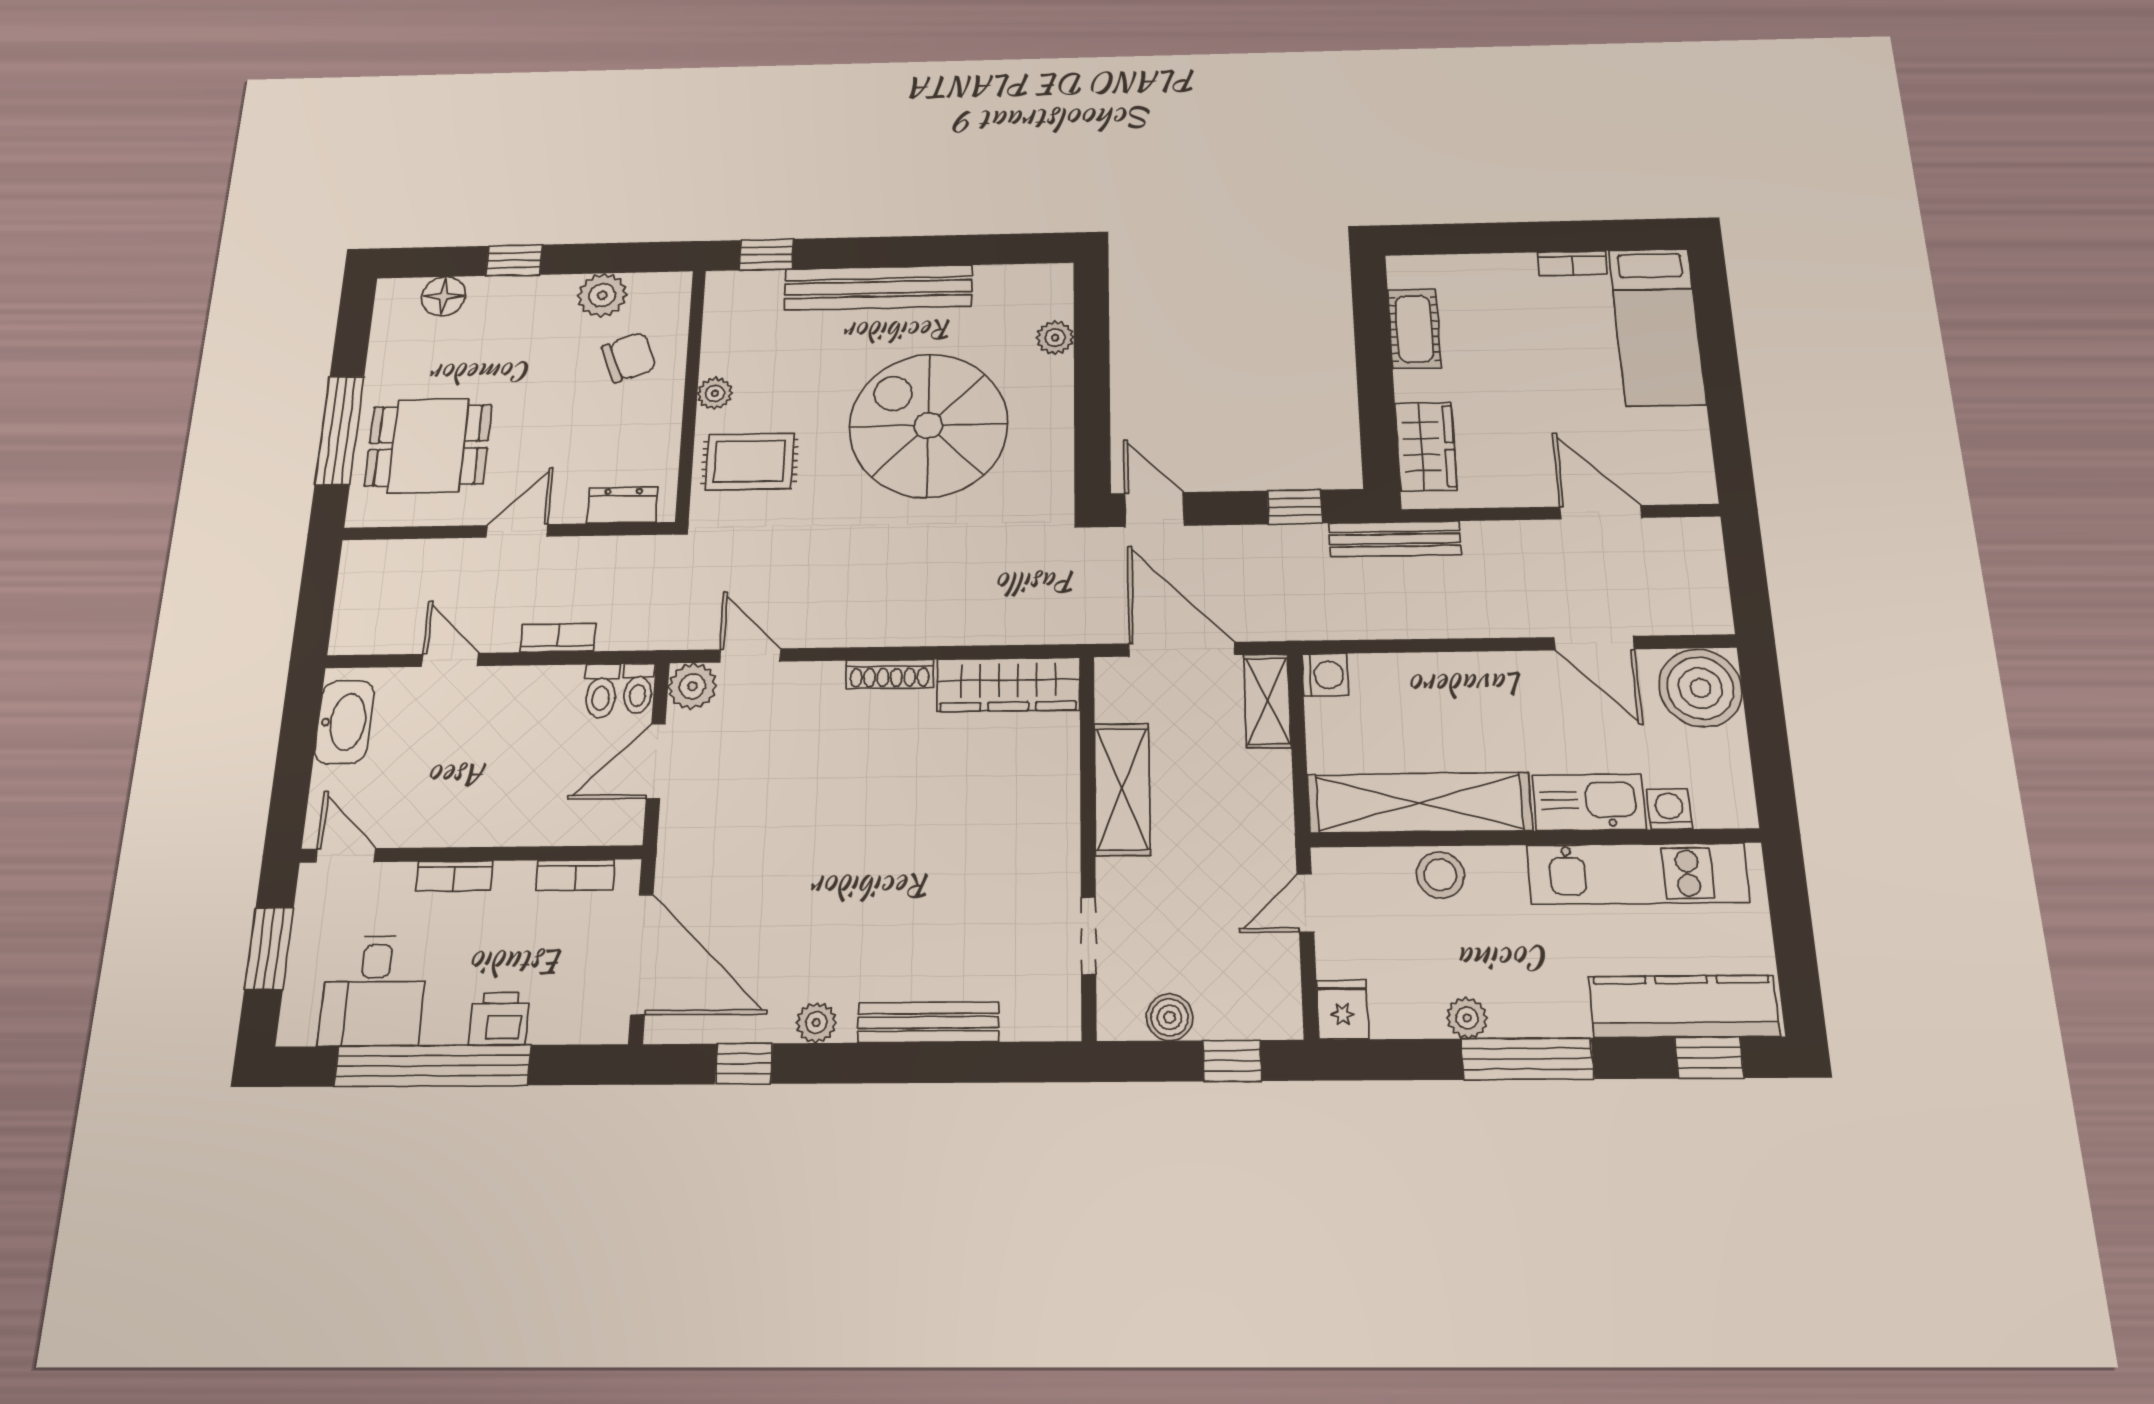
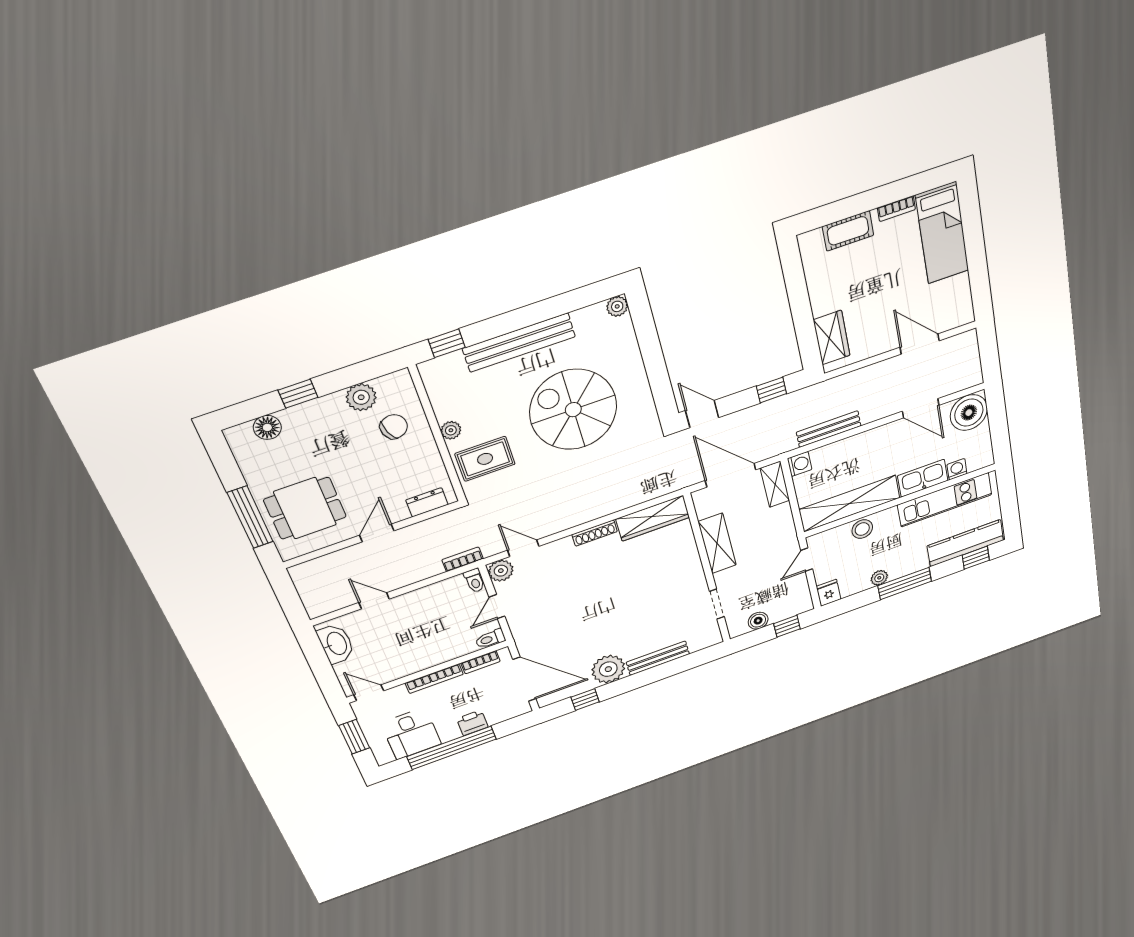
cot: (1414, 329) -> (848, 231), moved, turned 90
plant: (1055, 338) -> (617, 306), moved
bench: (1395, 539) -> (829, 429), moved
bookcase: (558, 638) -> (463, 559), moved
toilet: (601, 691) -> (490, 639), moved, turned 90
door: (656, 761) -> (497, 607), width x0.73
bookcase: (454, 876) -> (434, 679), width x1.56
plant: (816, 1023) -> (608, 669), width x1.88, depth x1.88

